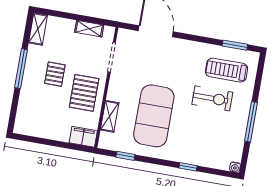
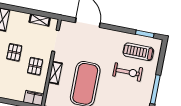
pallet: (84, 93) -> (35, 66), width x0.67, depth x0.71
shelving: (110, 116) -> (55, 73), moved

